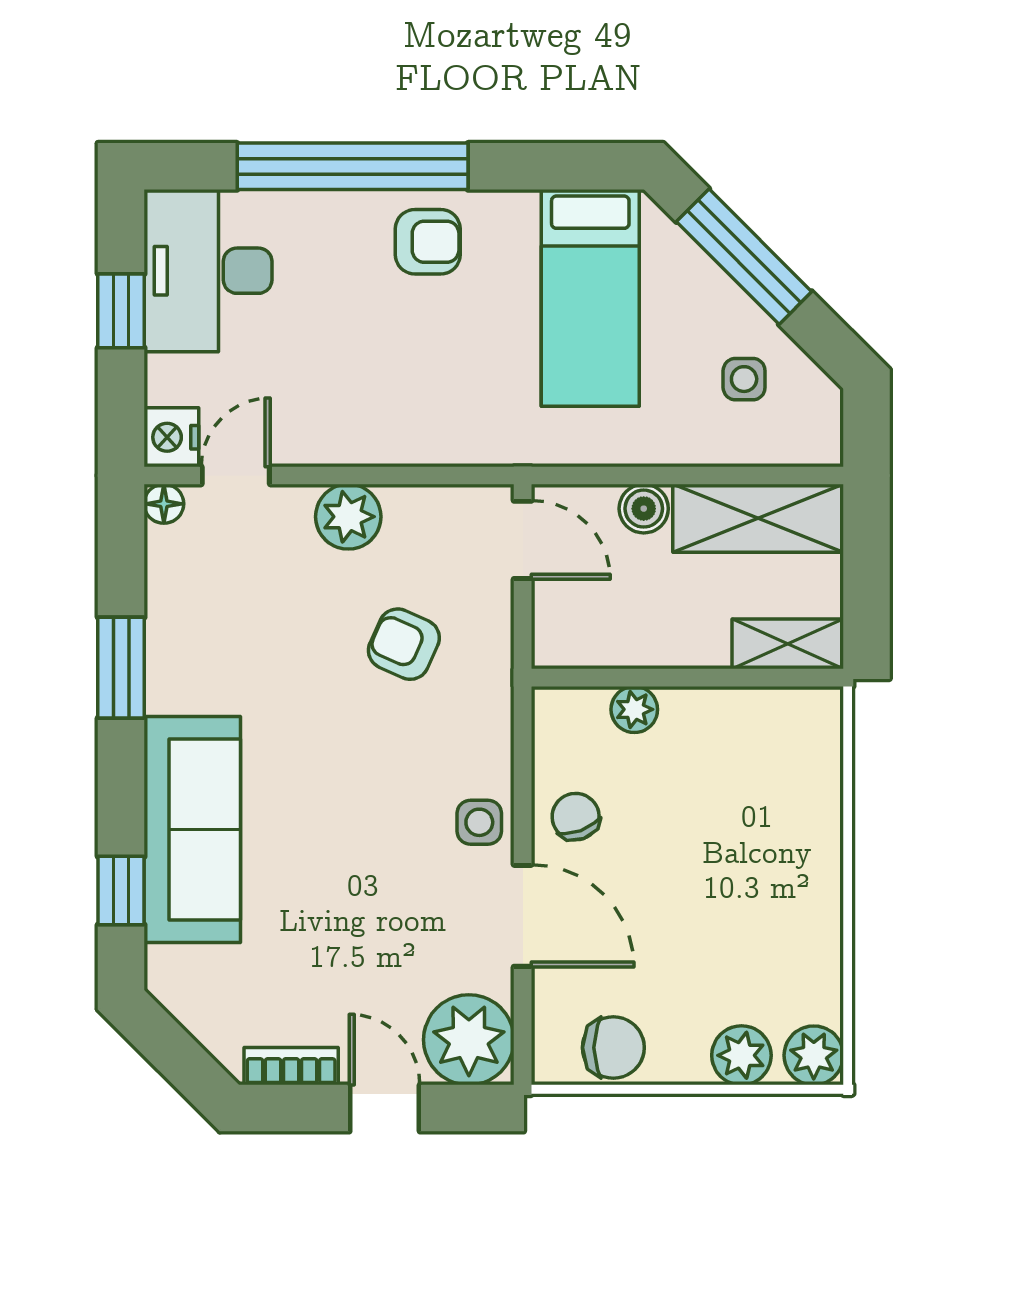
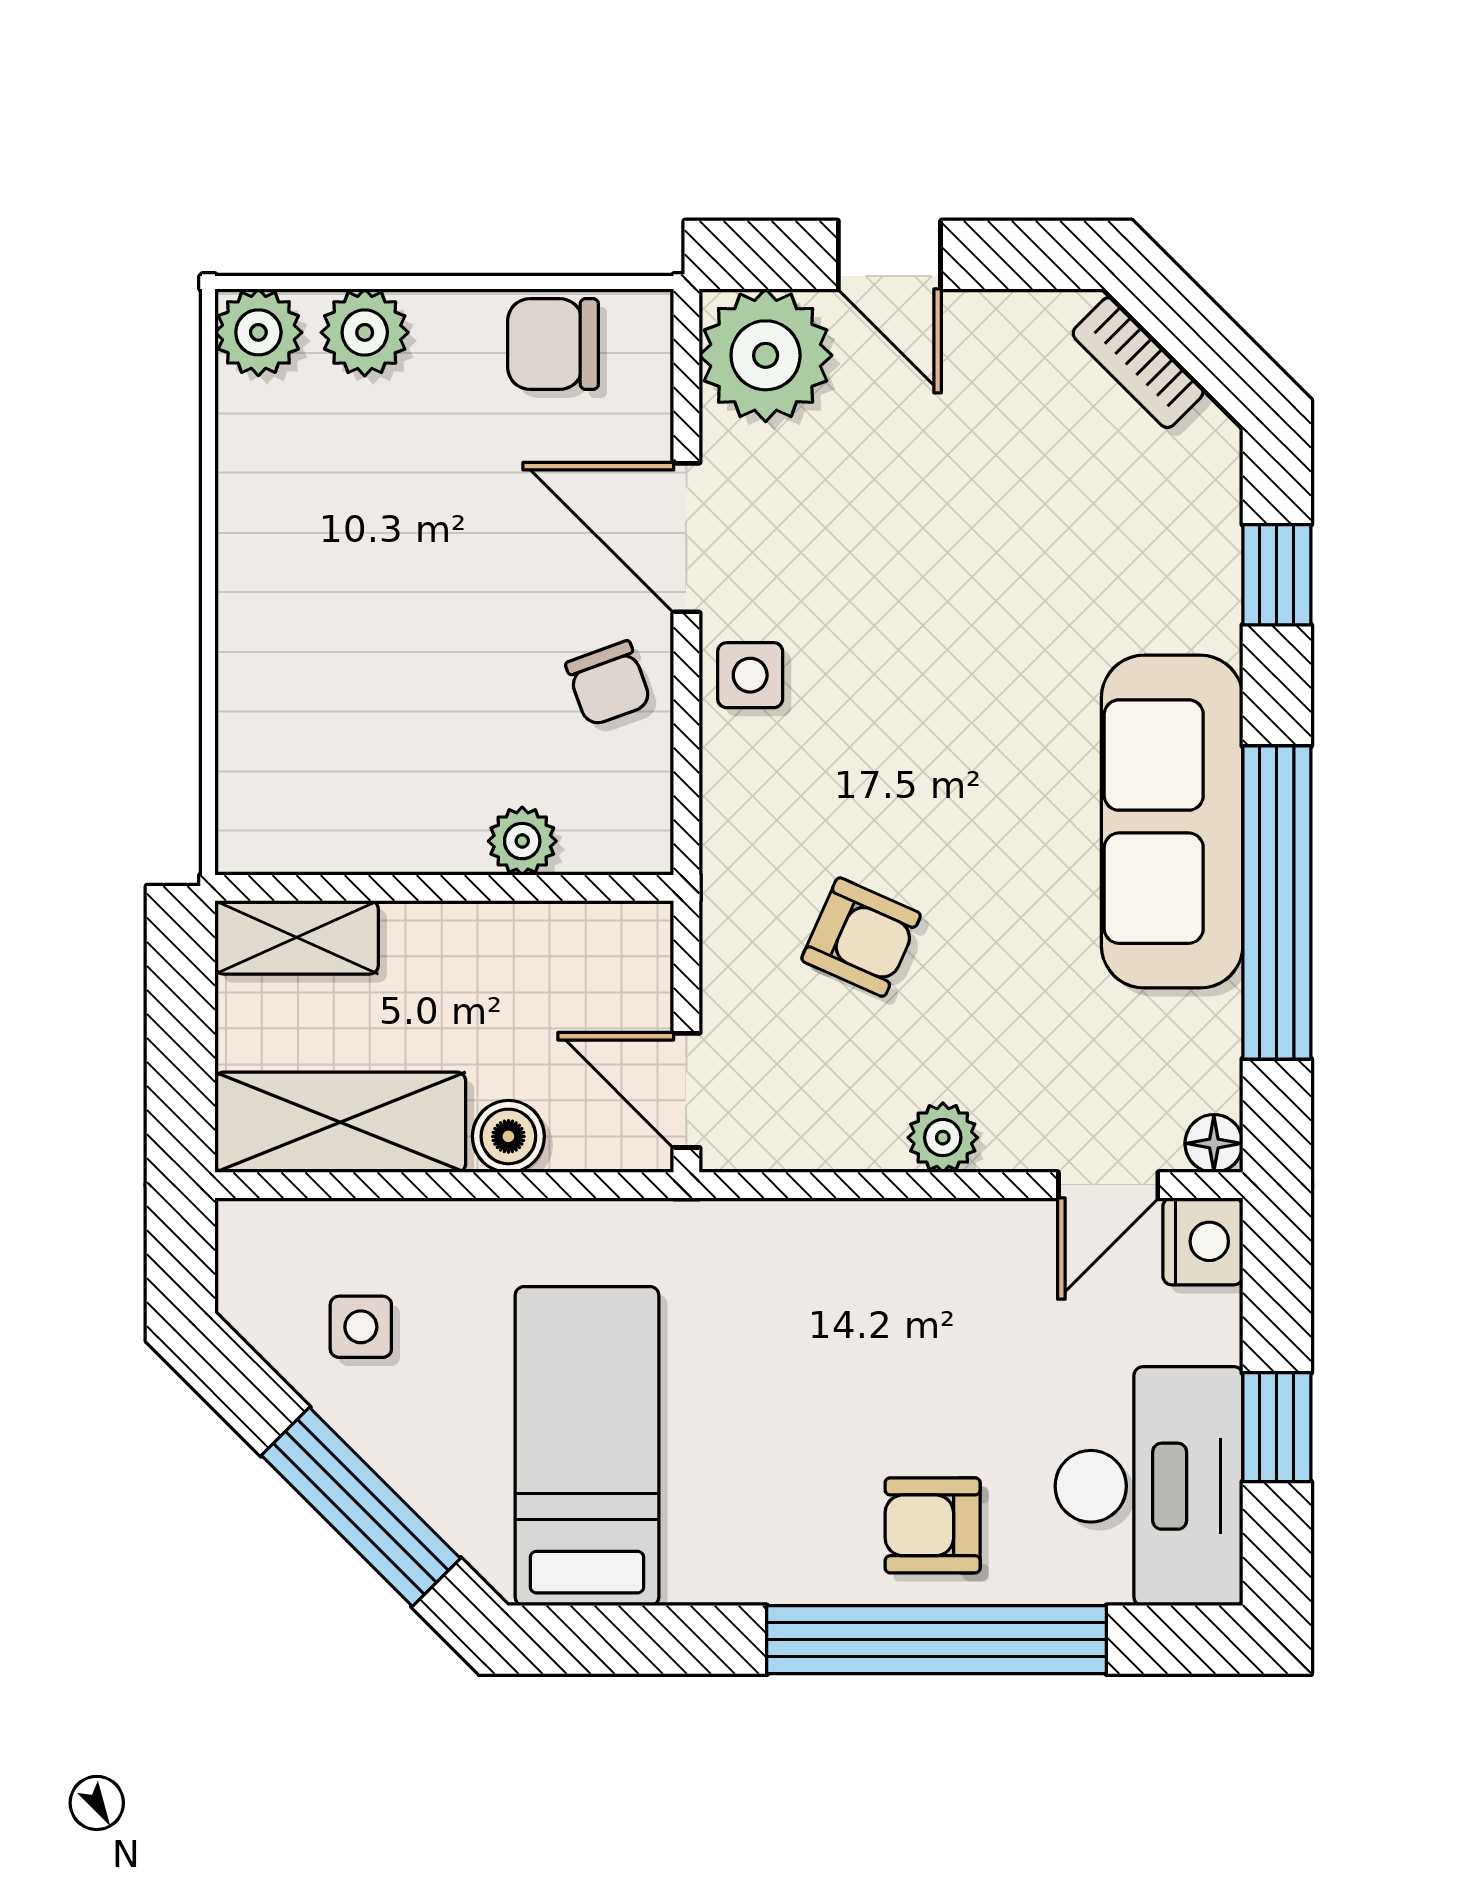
armchair: (428, 242) -> (933, 1525), moved
plant: (348, 517) -> (943, 1138), width x0.73, depth x0.73
window: (121, 668) -> (1277, 903), width x2.11
sofa: (192, 829) -> (1172, 822), moved
bookcase: (291, 1066) -> (1138, 363), moved, turned 45

